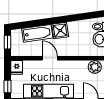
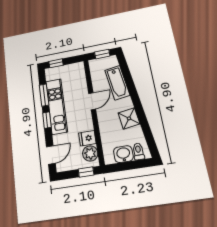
shower: (60, 31) -> (129, 118), moved
fridge: (17, 67) -> (87, 138), moved

